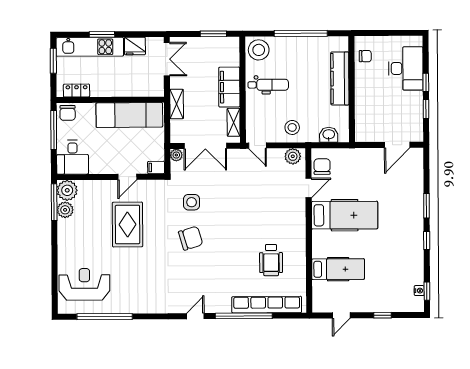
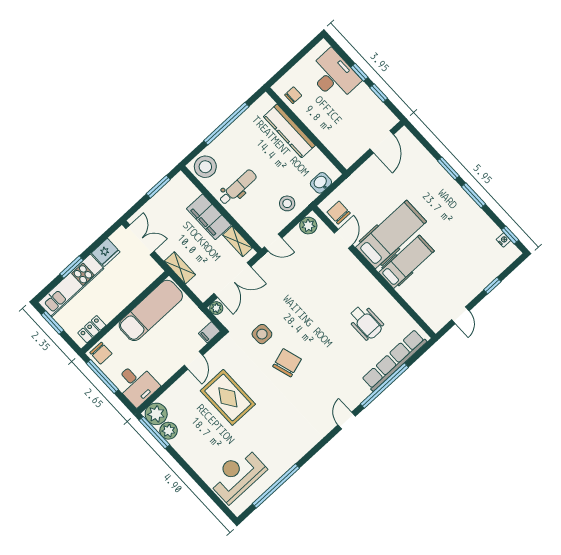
window: (427, 241) -> (473, 195), width x1.50
hospital bed: (338, 269) -> (407, 262), moved

